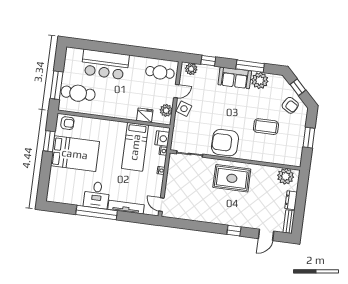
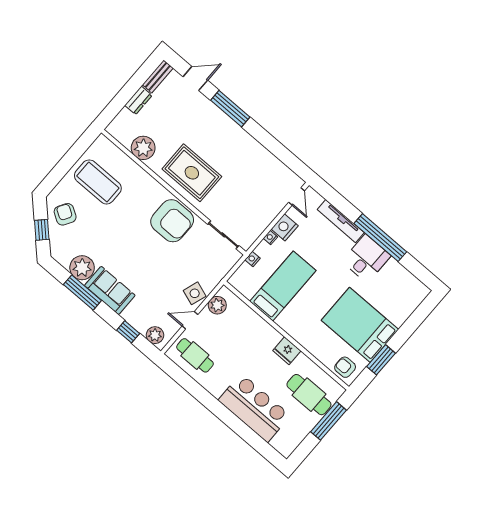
fridge: (145, 115) -> (287, 351), moved
coffee table: (266, 127) -> (98, 182), moved, width x1.36, depth x1.32
window: (309, 138) -> (68, 161), removed
nightstand: (162, 139) -> (285, 227), moved
plant: (286, 176) -> (143, 148), moved
window: (234, 231) -> (230, 109), width x2.17

